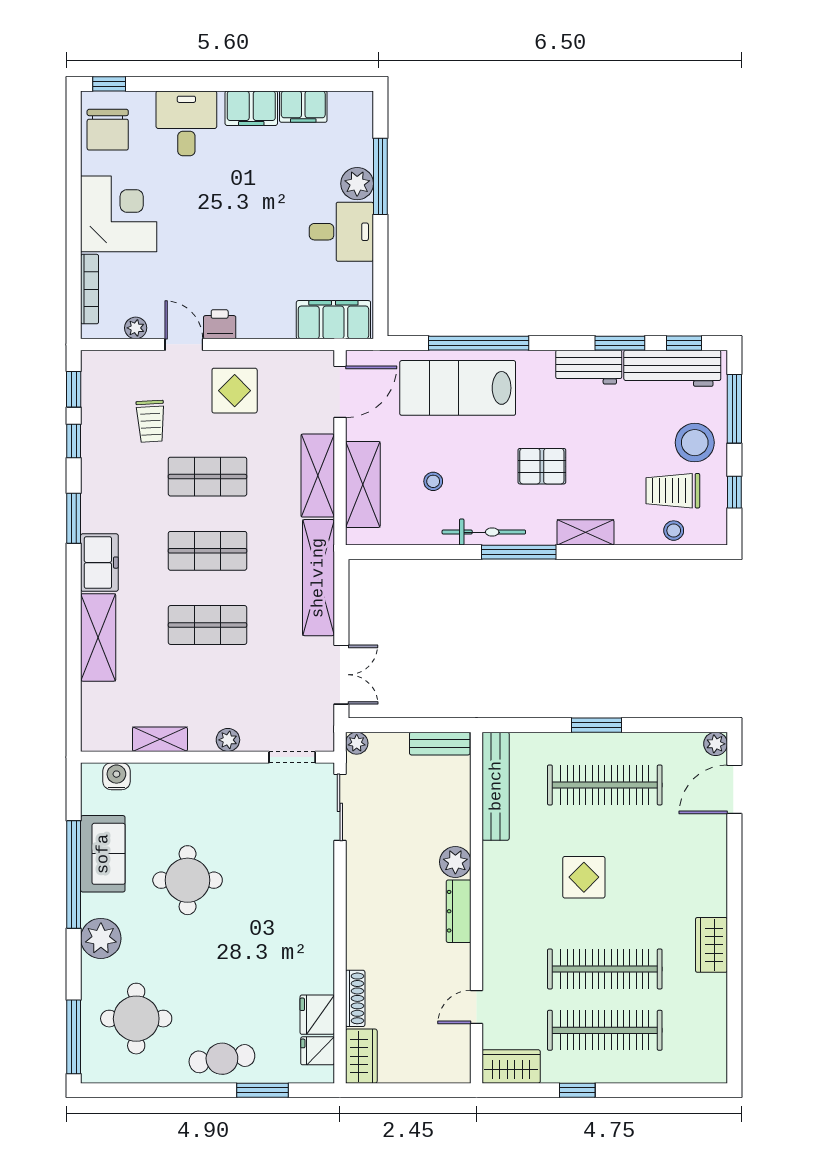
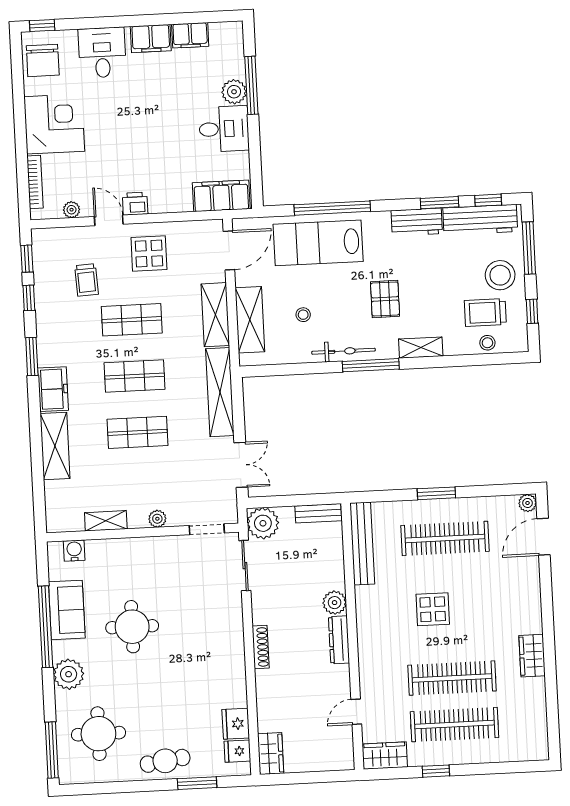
pallet: (542, 466) -> (385, 299), turned 90
plant: (357, 743) -> (263, 523), width x1.88, depth x1.88
shoe rack: (355, 998) -> (261, 647), moved

